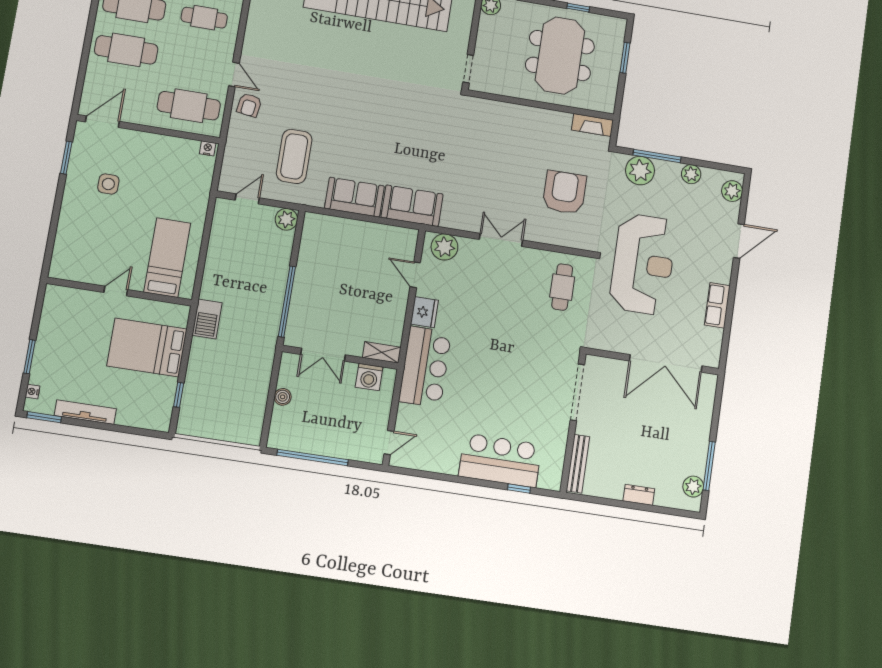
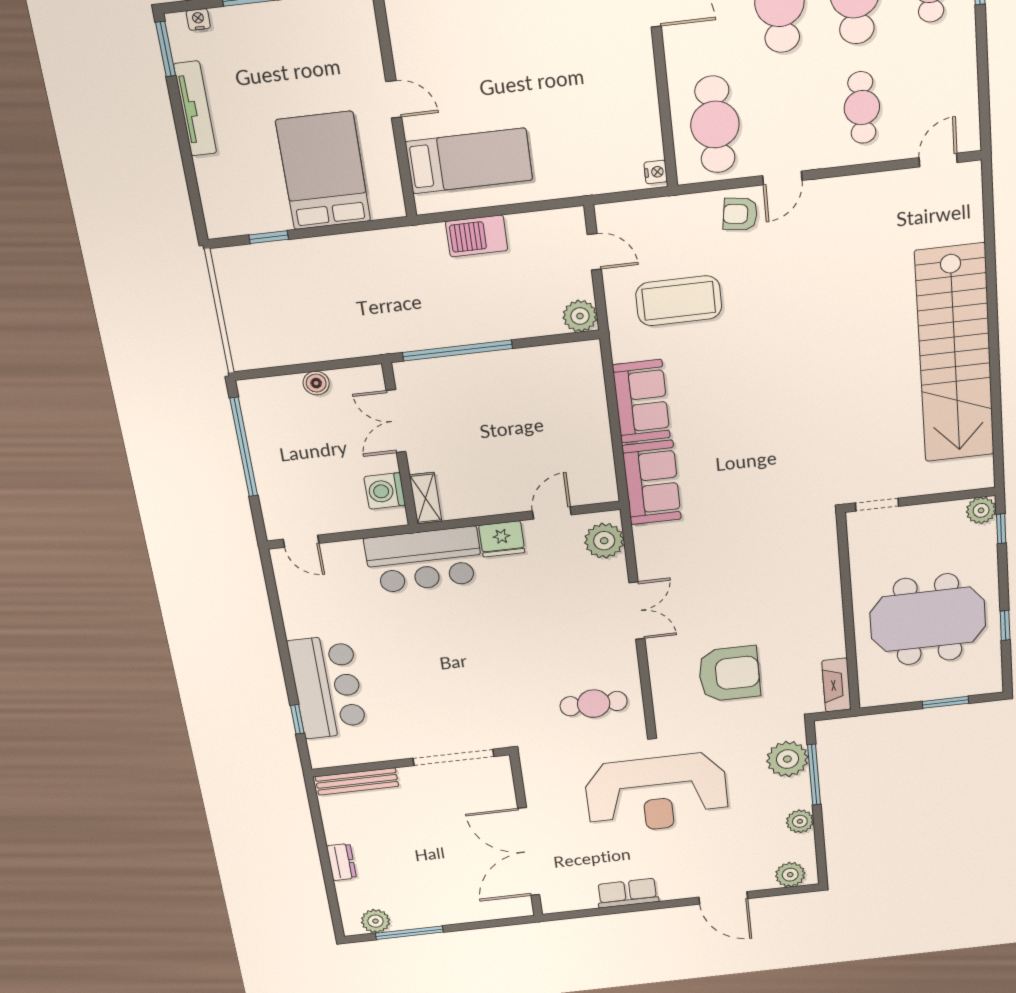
side table: (108, 184) -> (557, 38), removed
barbecue: (207, 319) -> (477, 236), moved

